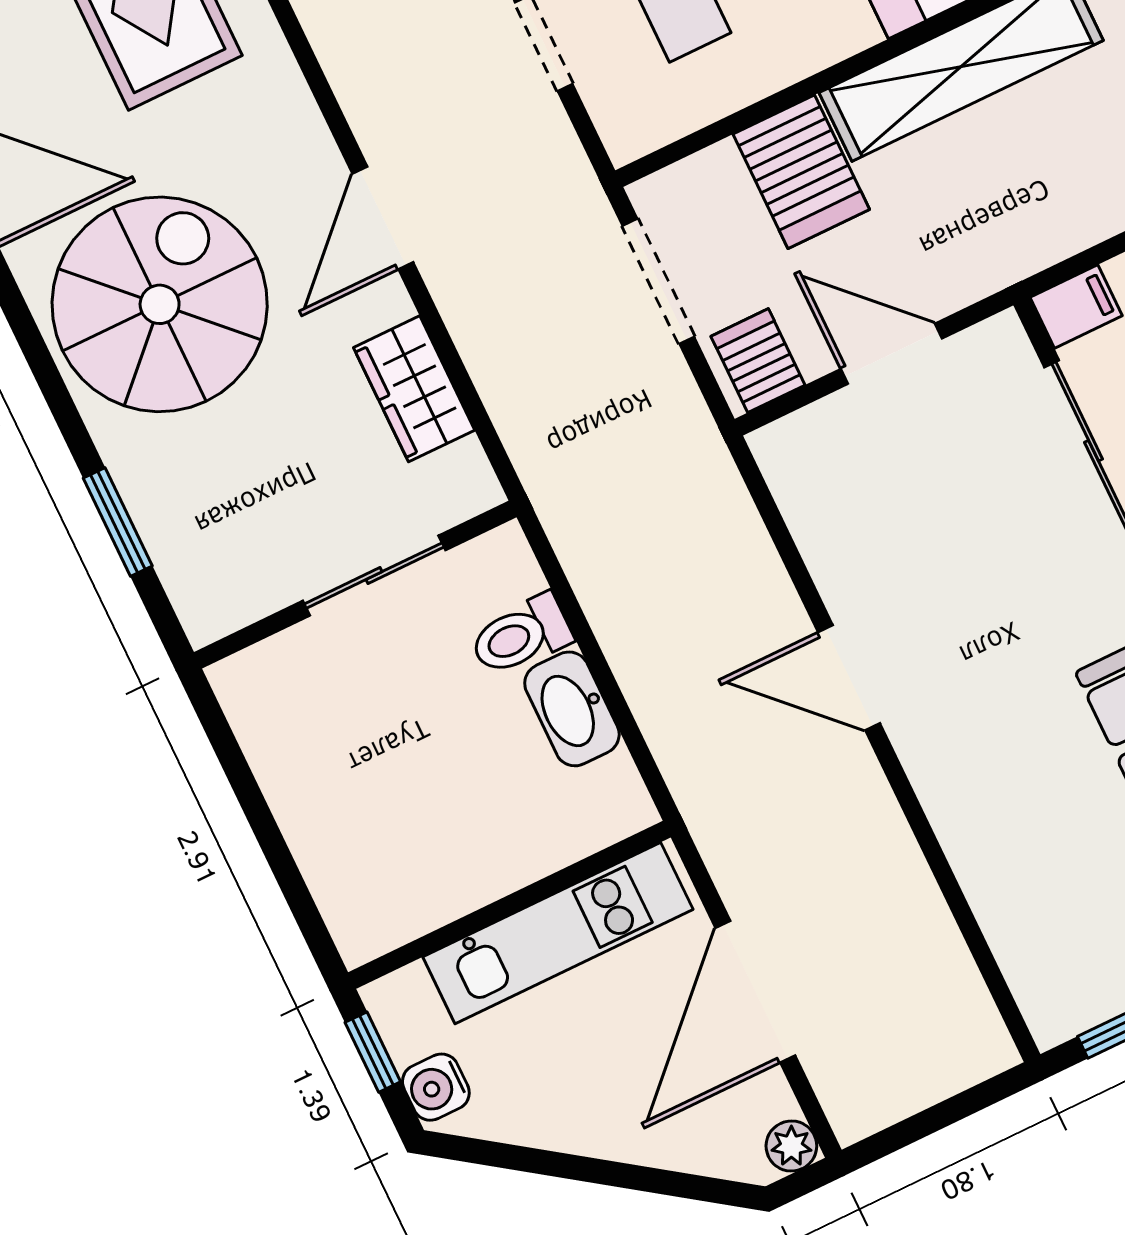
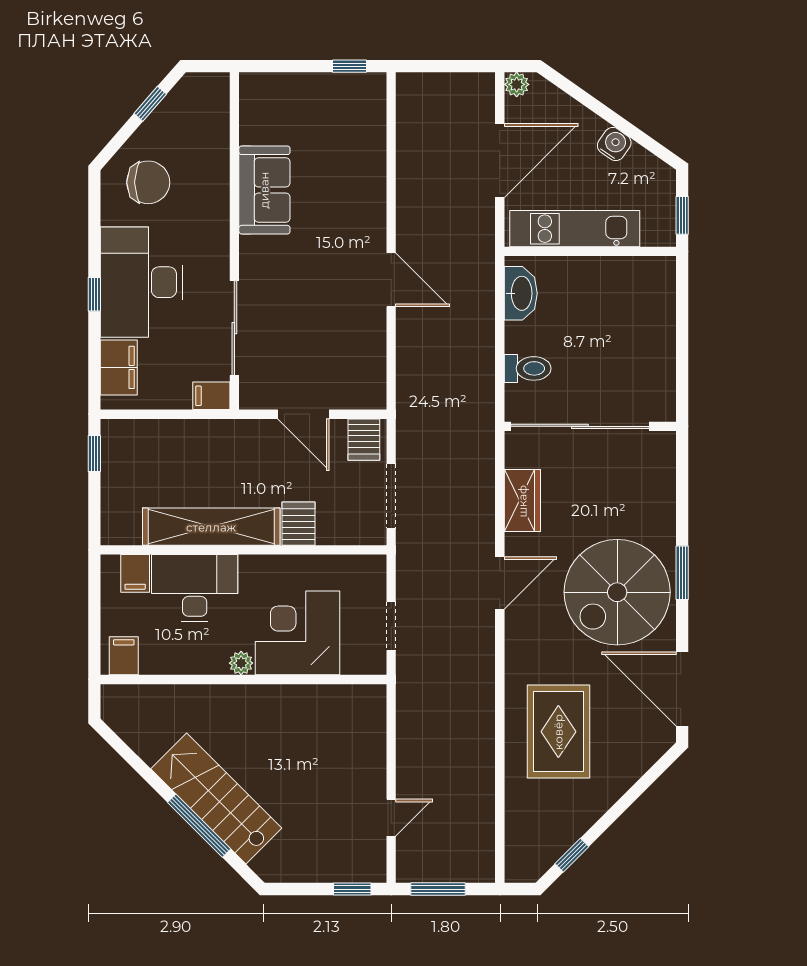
server rack: (801, 172) -> (299, 524), width x0.73, depth x0.70
window: (118, 522) -> (682, 573), moved
sliding door: (374, 576) -> (580, 426), width x1.86
washbasin: (572, 709) -> (521, 293), moved
water cooler: (436, 1087) -> (614, 144), moved, turned -55

